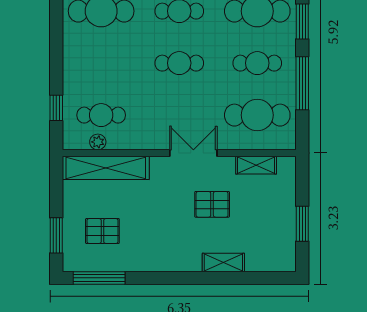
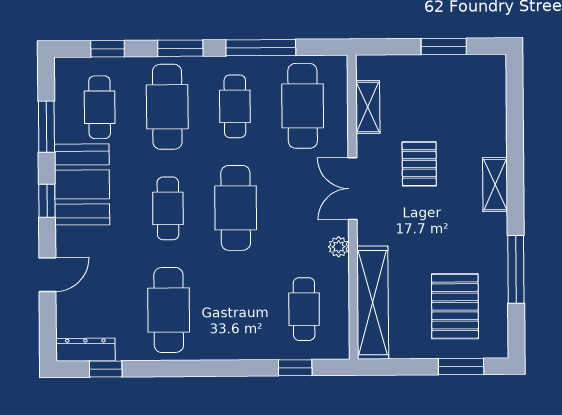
cafe table: (179, 63) -> (236, 208), width x1.37, depth x1.35
plant: (98, 142) -> (339, 247), moved
pallet: (102, 231) -> (455, 306), width x1.50, depth x1.42
shelving: (223, 262) -> (495, 185), moved
window: (99, 278) -> (516, 269), moved

